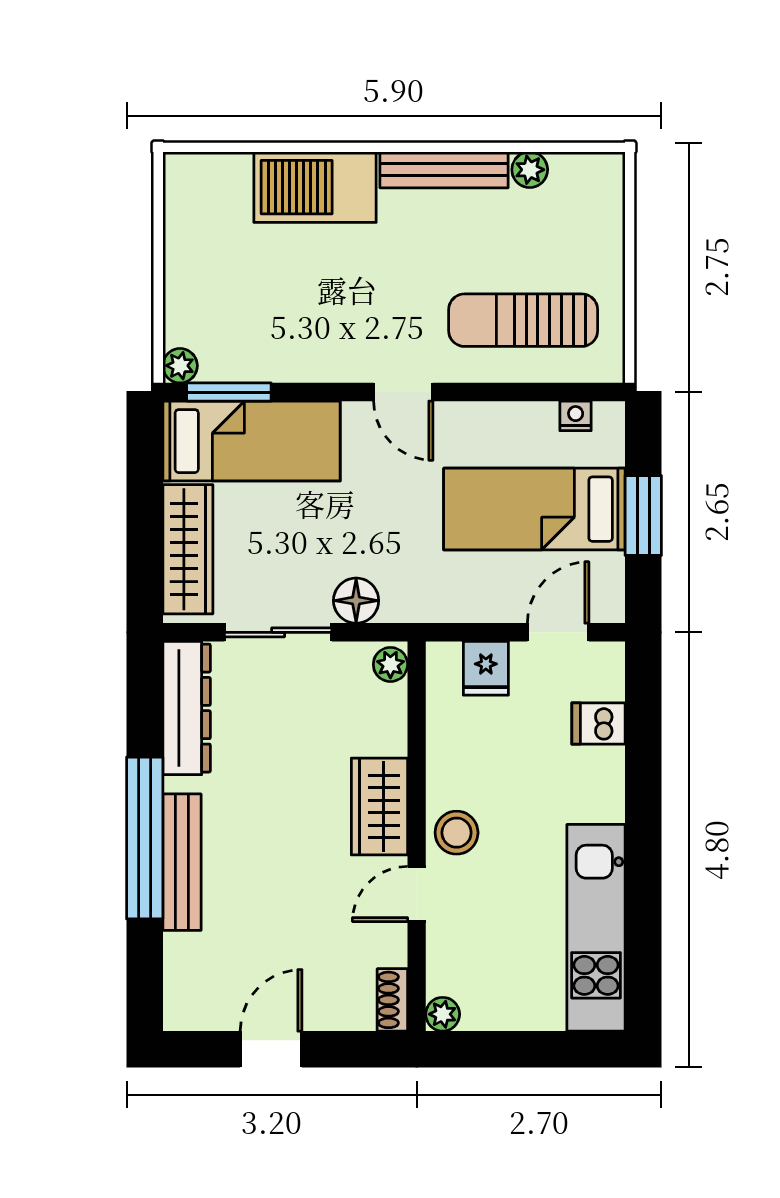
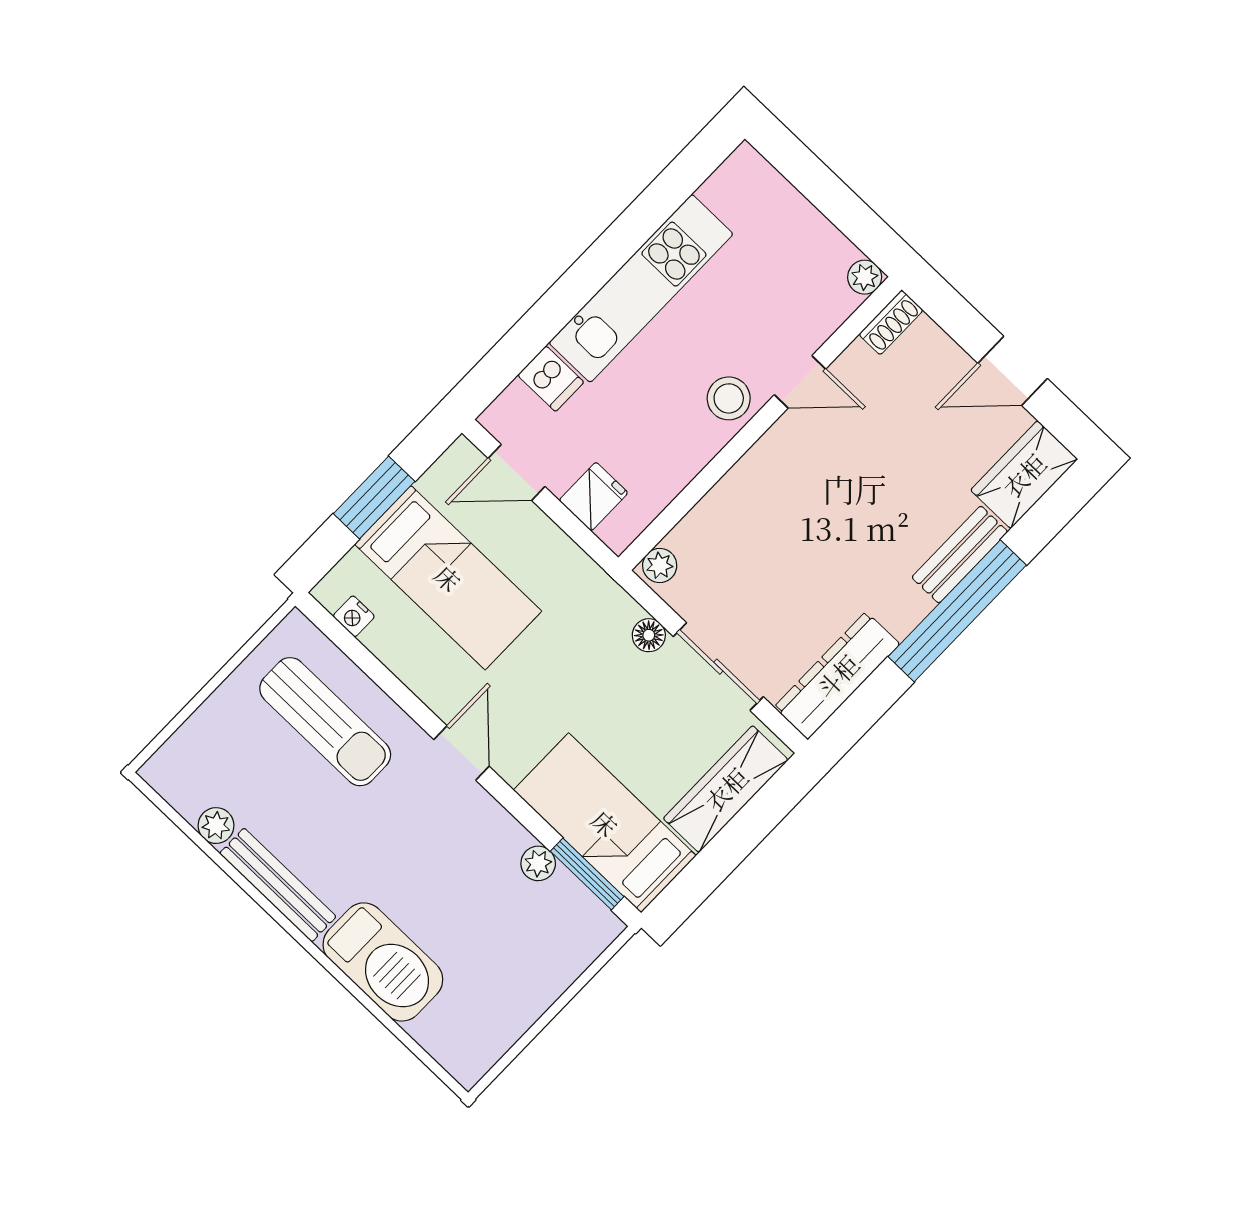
plant: (180, 366) -> (538, 863), moved
floor lamp: (356, 601) -> (649, 635), width x0.73, depth x0.73
wardrobe: (379, 806) -> (1024, 475), moved, turned 180
bench: (182, 862) -> (960, 555), width x0.73
kitchen unit: (596, 928) -> (641, 288), moved

